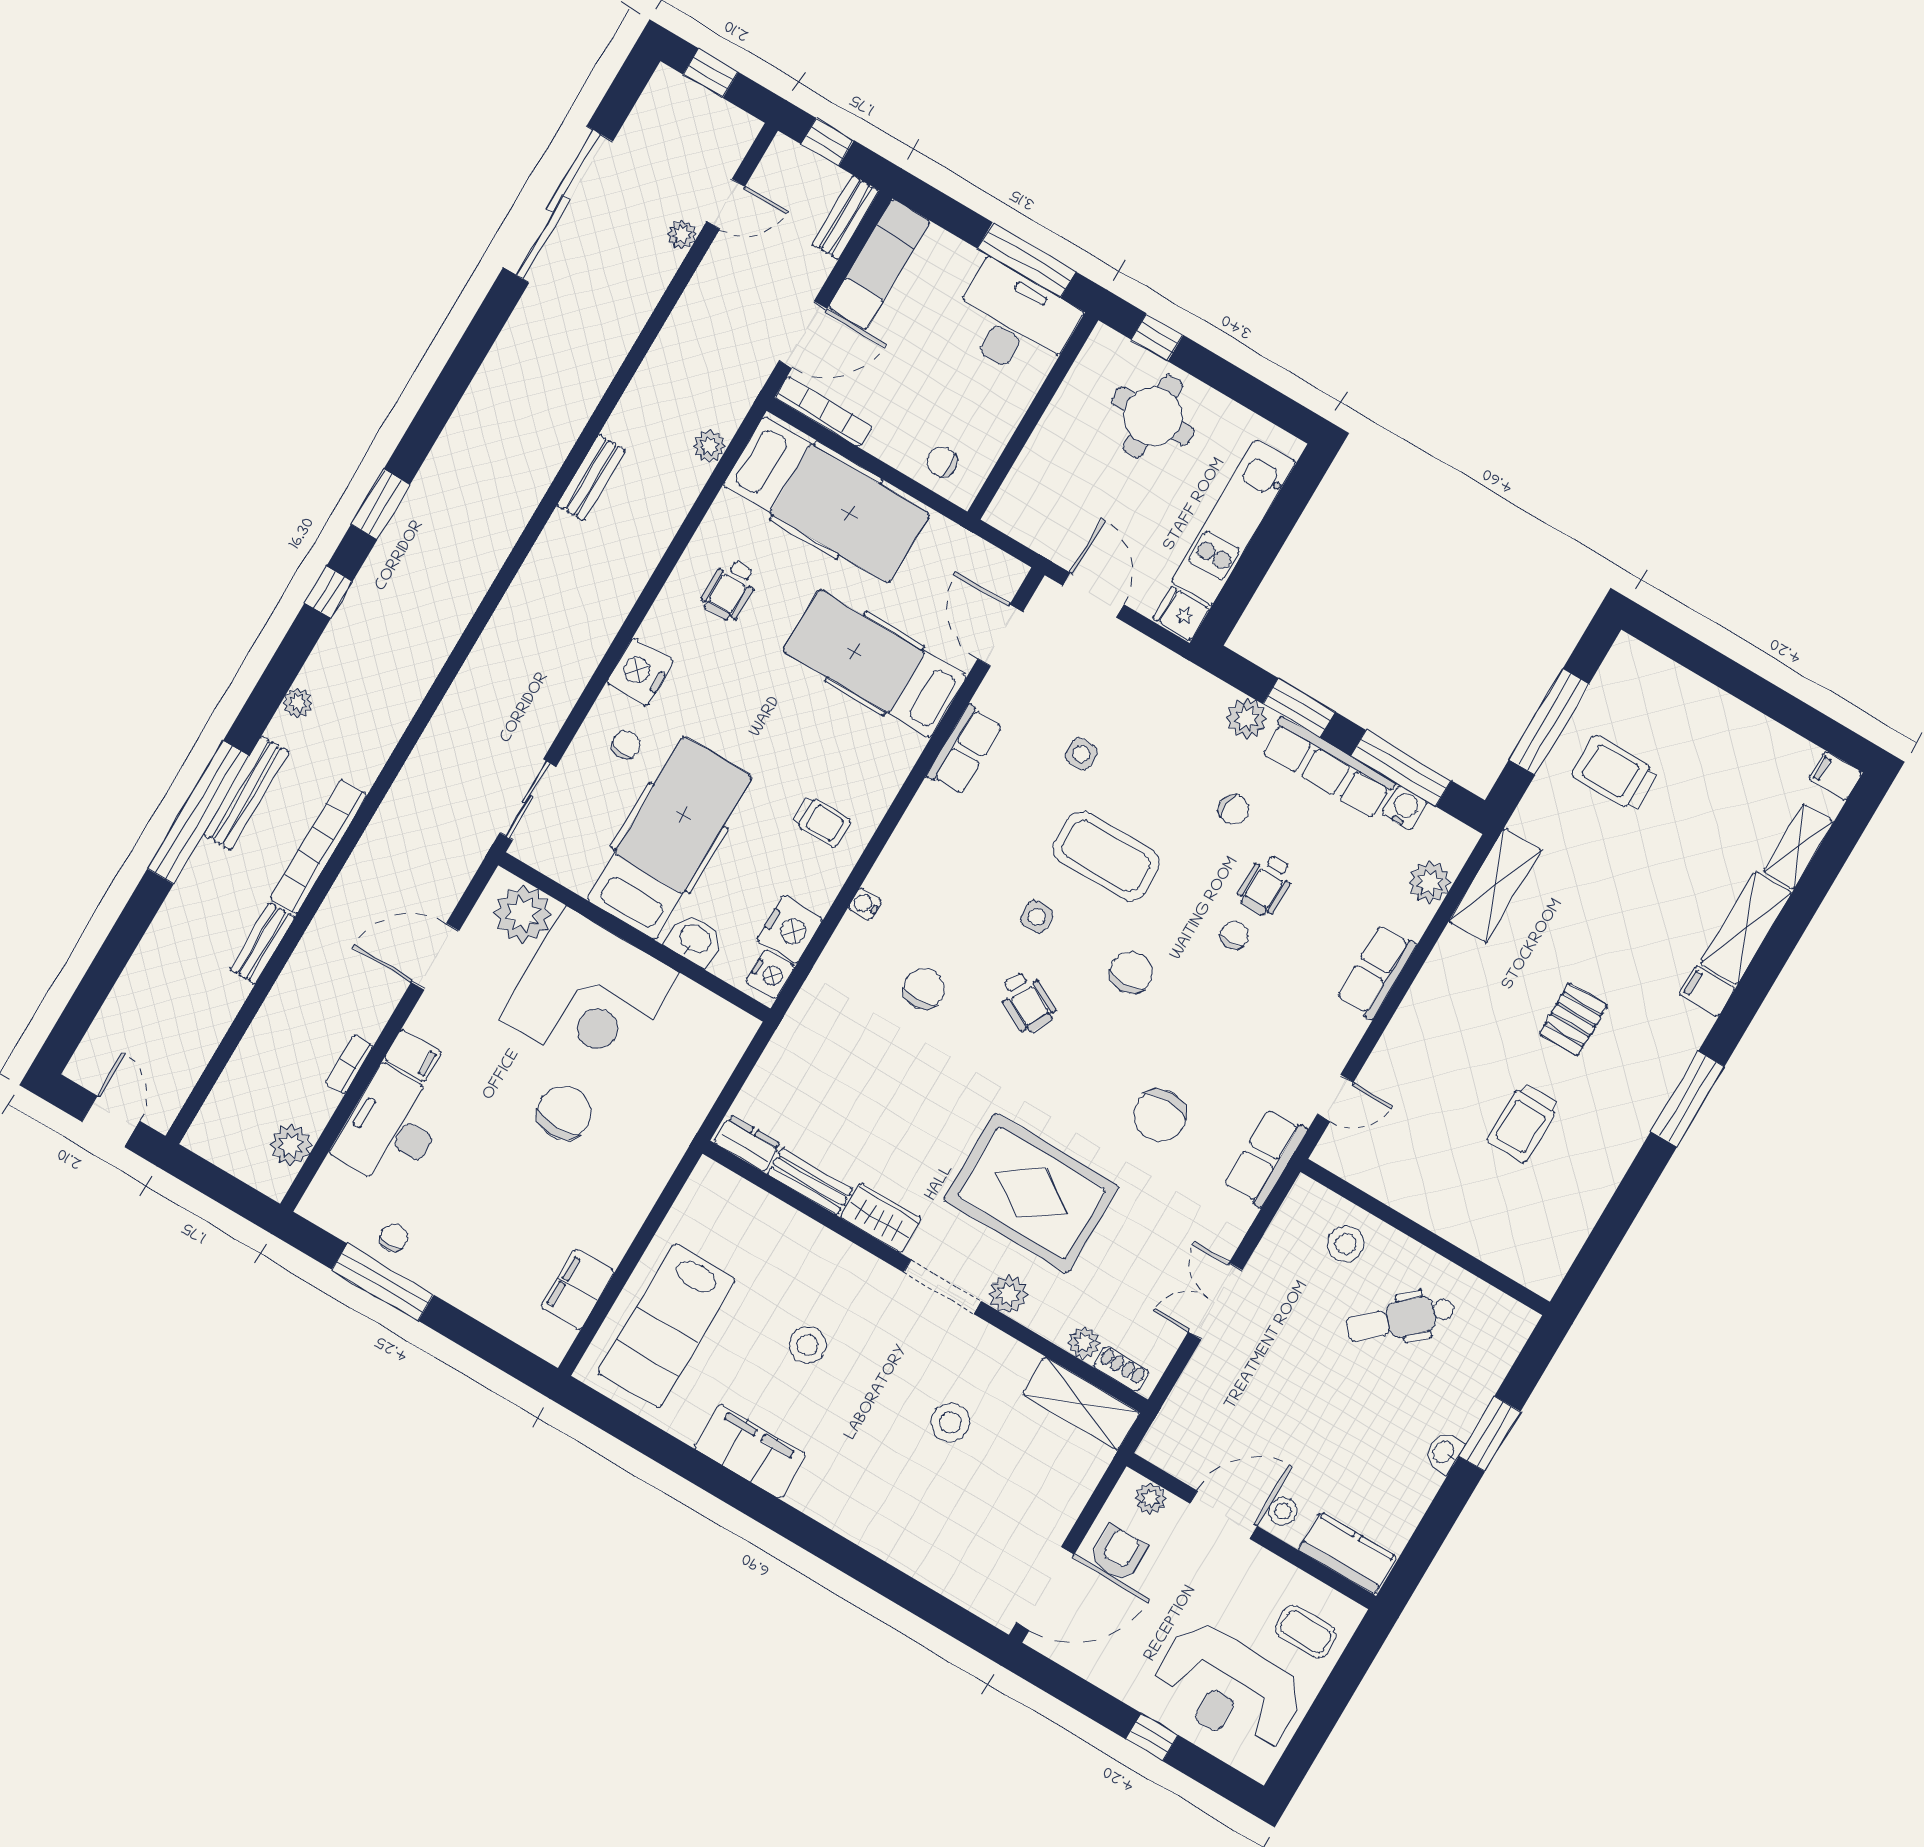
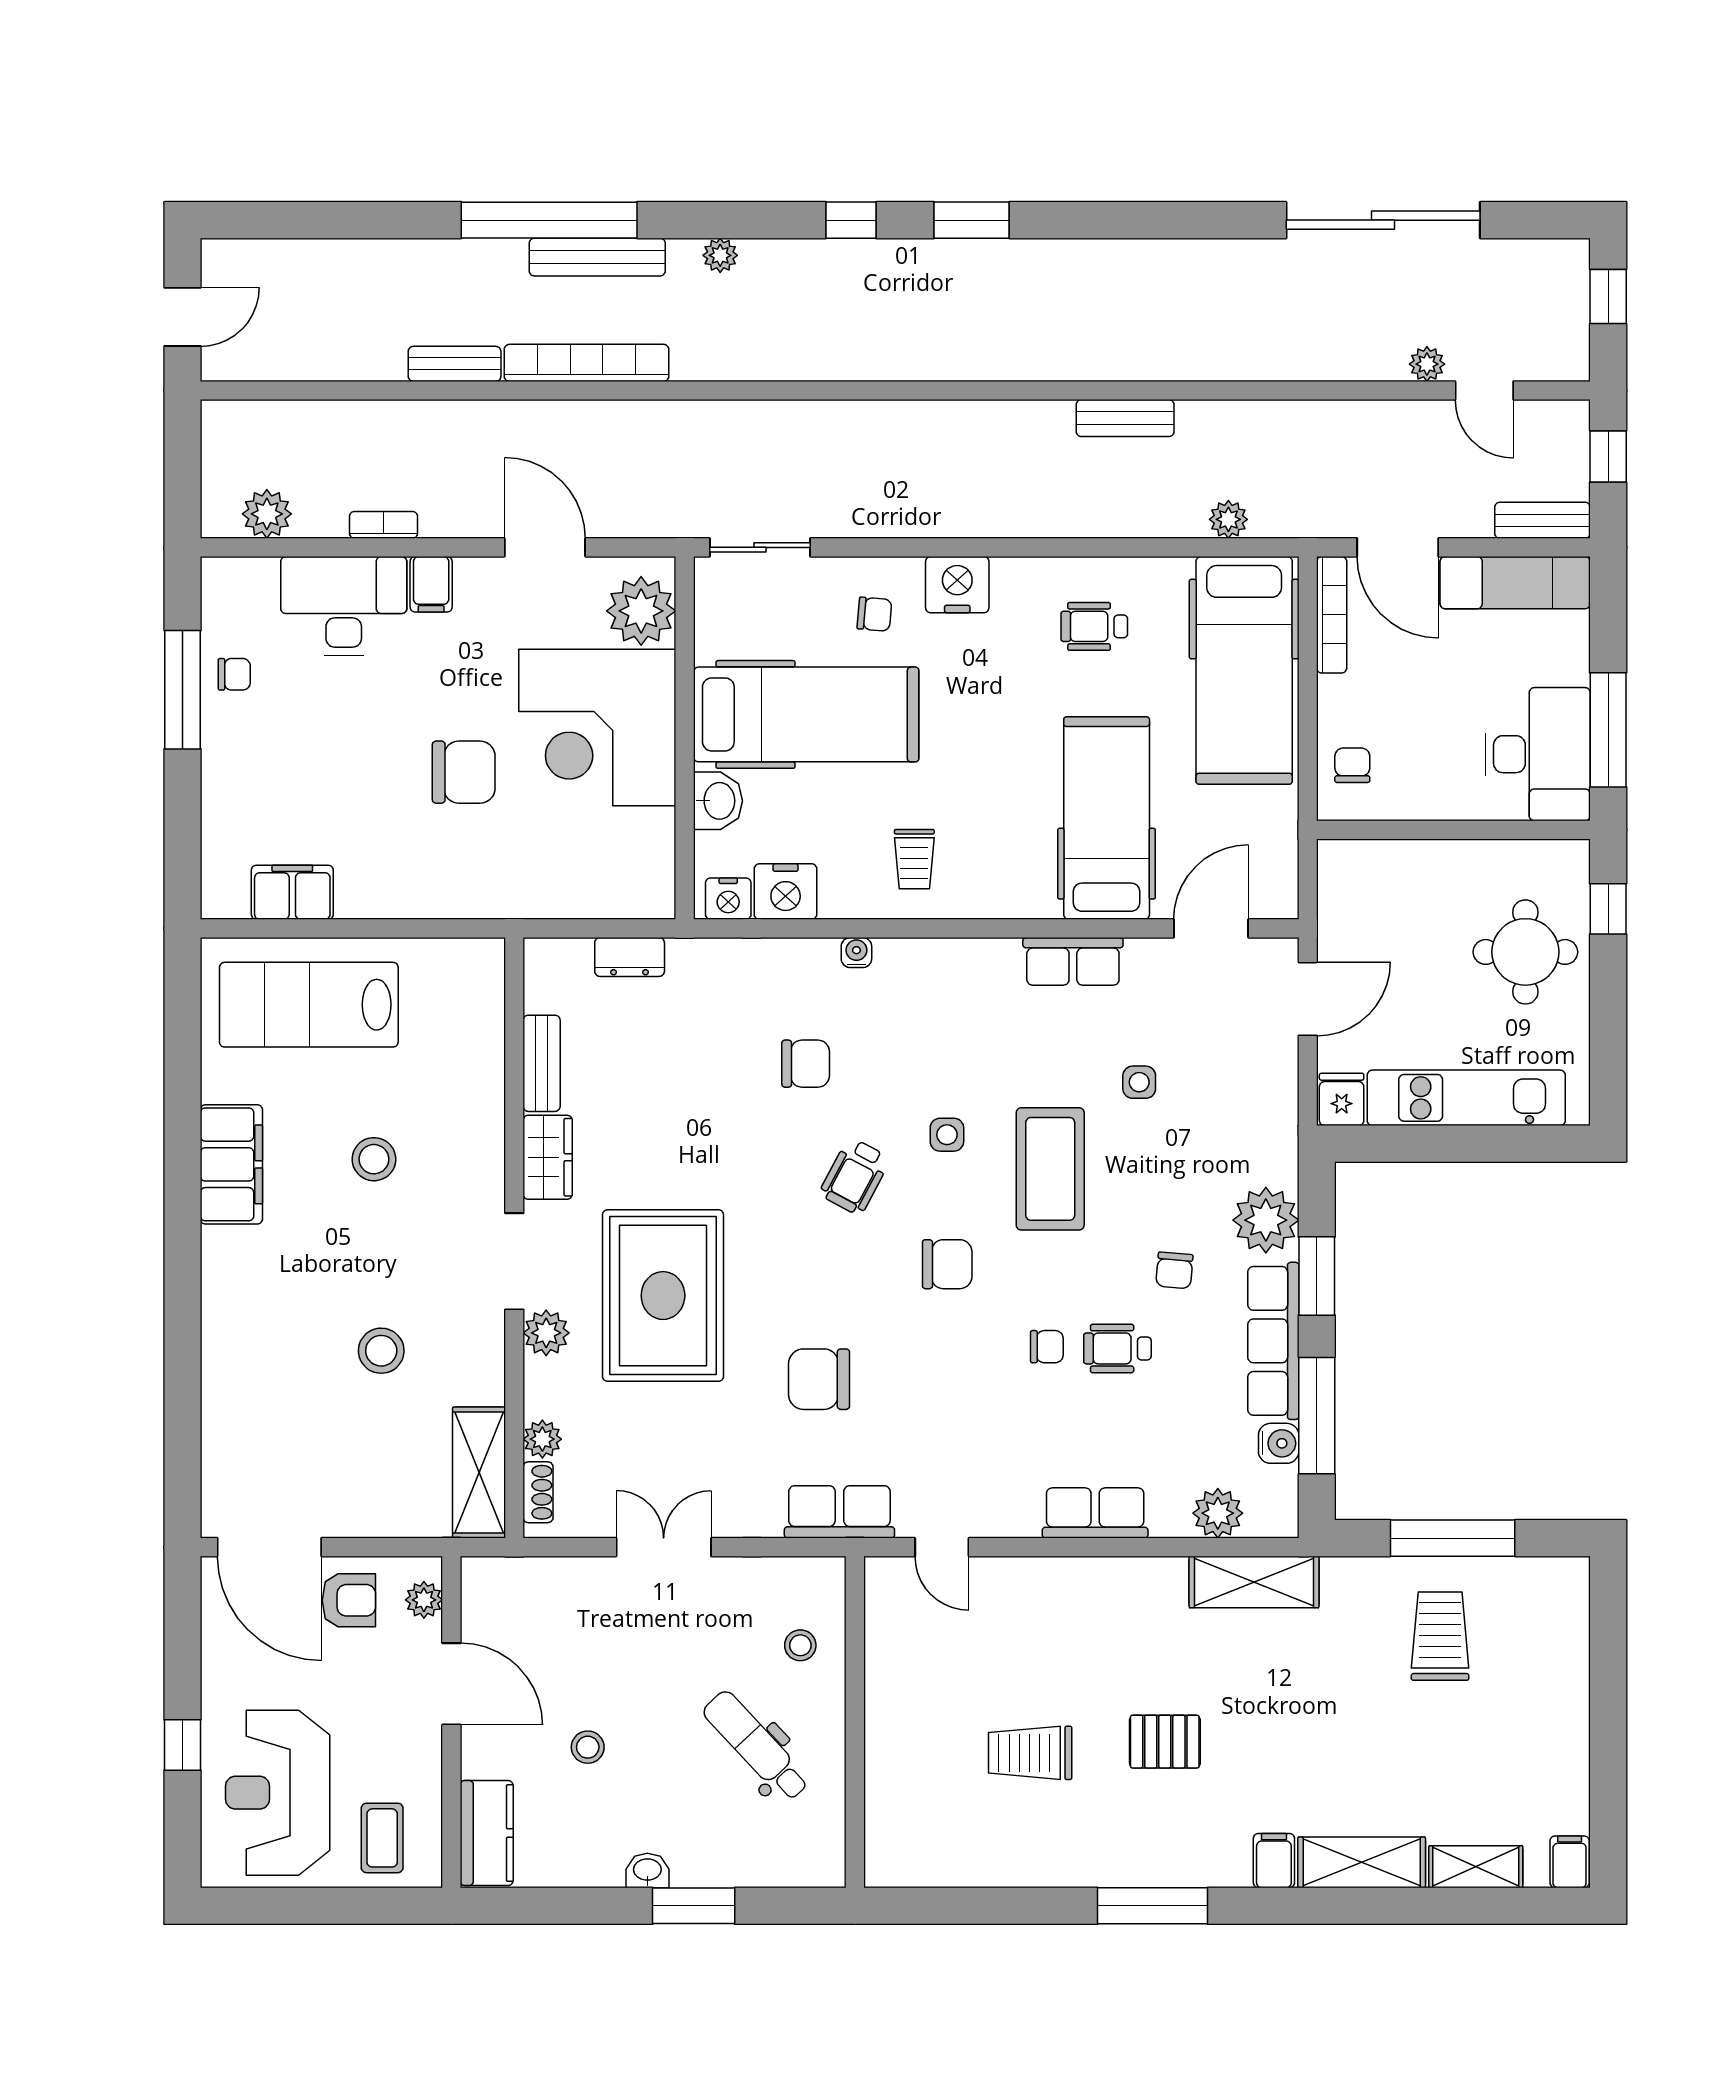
plant: (1247, 718) -> (1266, 1220), width x1.36, depth x1.36
dresser: (747, 1143) -> (630, 957), moved, turned 90
stool: (1346, 1244) -> (800, 1645), width x0.73, depth x0.73
stool: (1283, 1511) -> (588, 1747), moved

